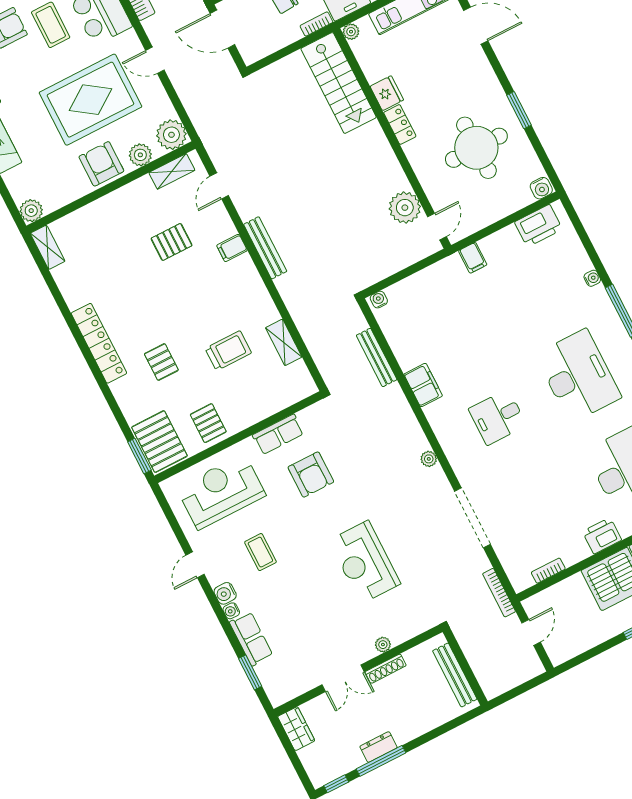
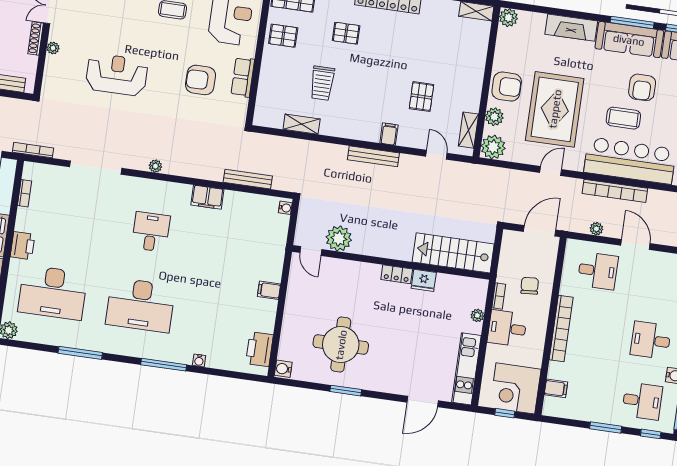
stairs: (339, 83) -> (453, 253), moved
fridge: (387, 93) -> (424, 280), moved
locker: (400, 124) -> (397, 274), moved
wall: (392, 138) -> (391, 262), moved
plant: (405, 208) -> (339, 238), moved
door: (437, 227) -> (311, 251), moved

